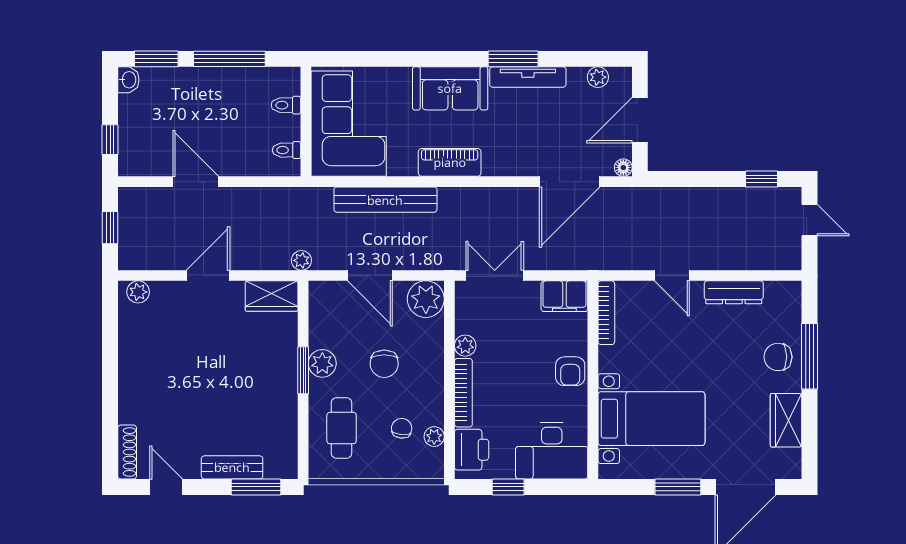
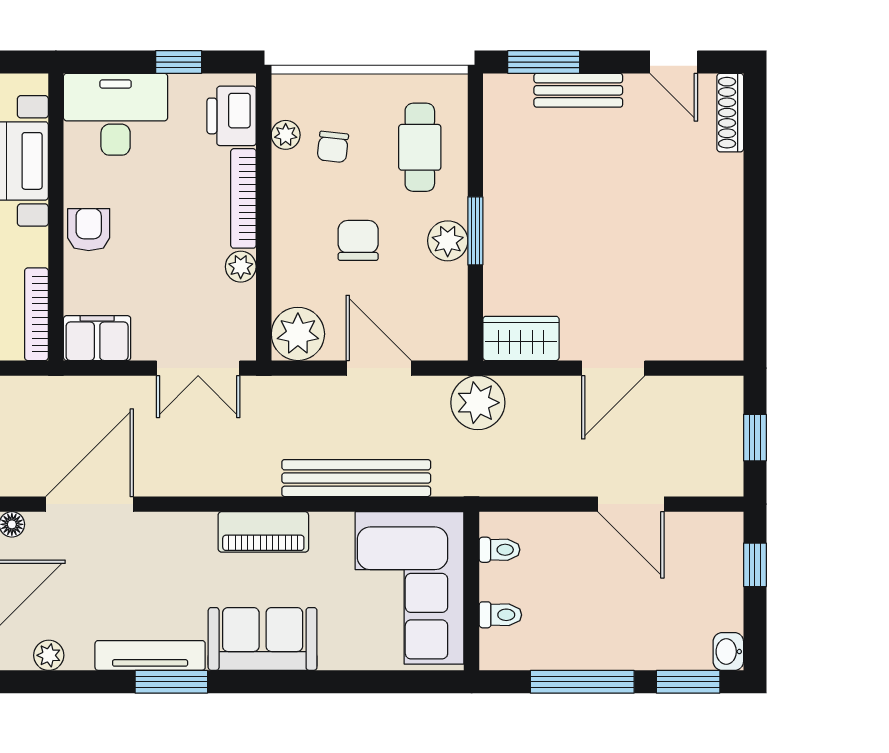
plant: (301, 260) -> (478, 403), width x1.88, depth x1.88
plant: (138, 292) -> (714, 344), removed

